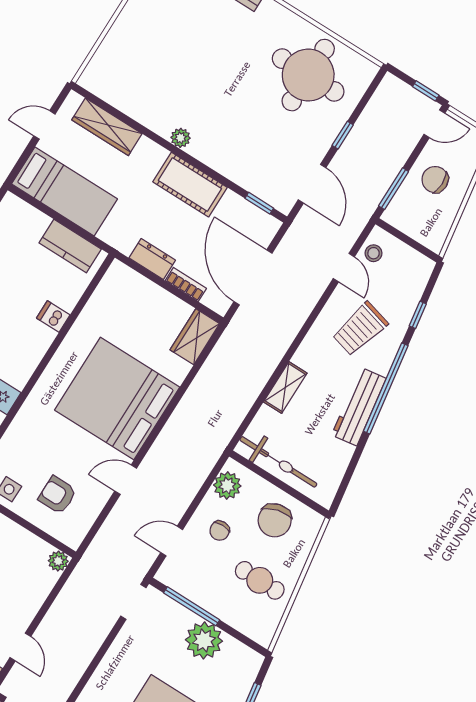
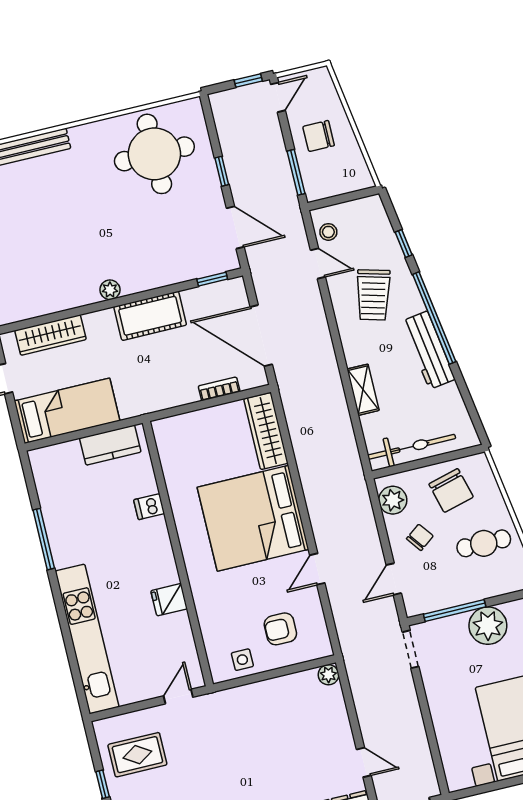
dresser: (152, 259) -> (177, 395), removed
wardrobe: (195, 337) -> (266, 431), width x1.50
chair: (220, 531) -> (420, 537), turned -127

